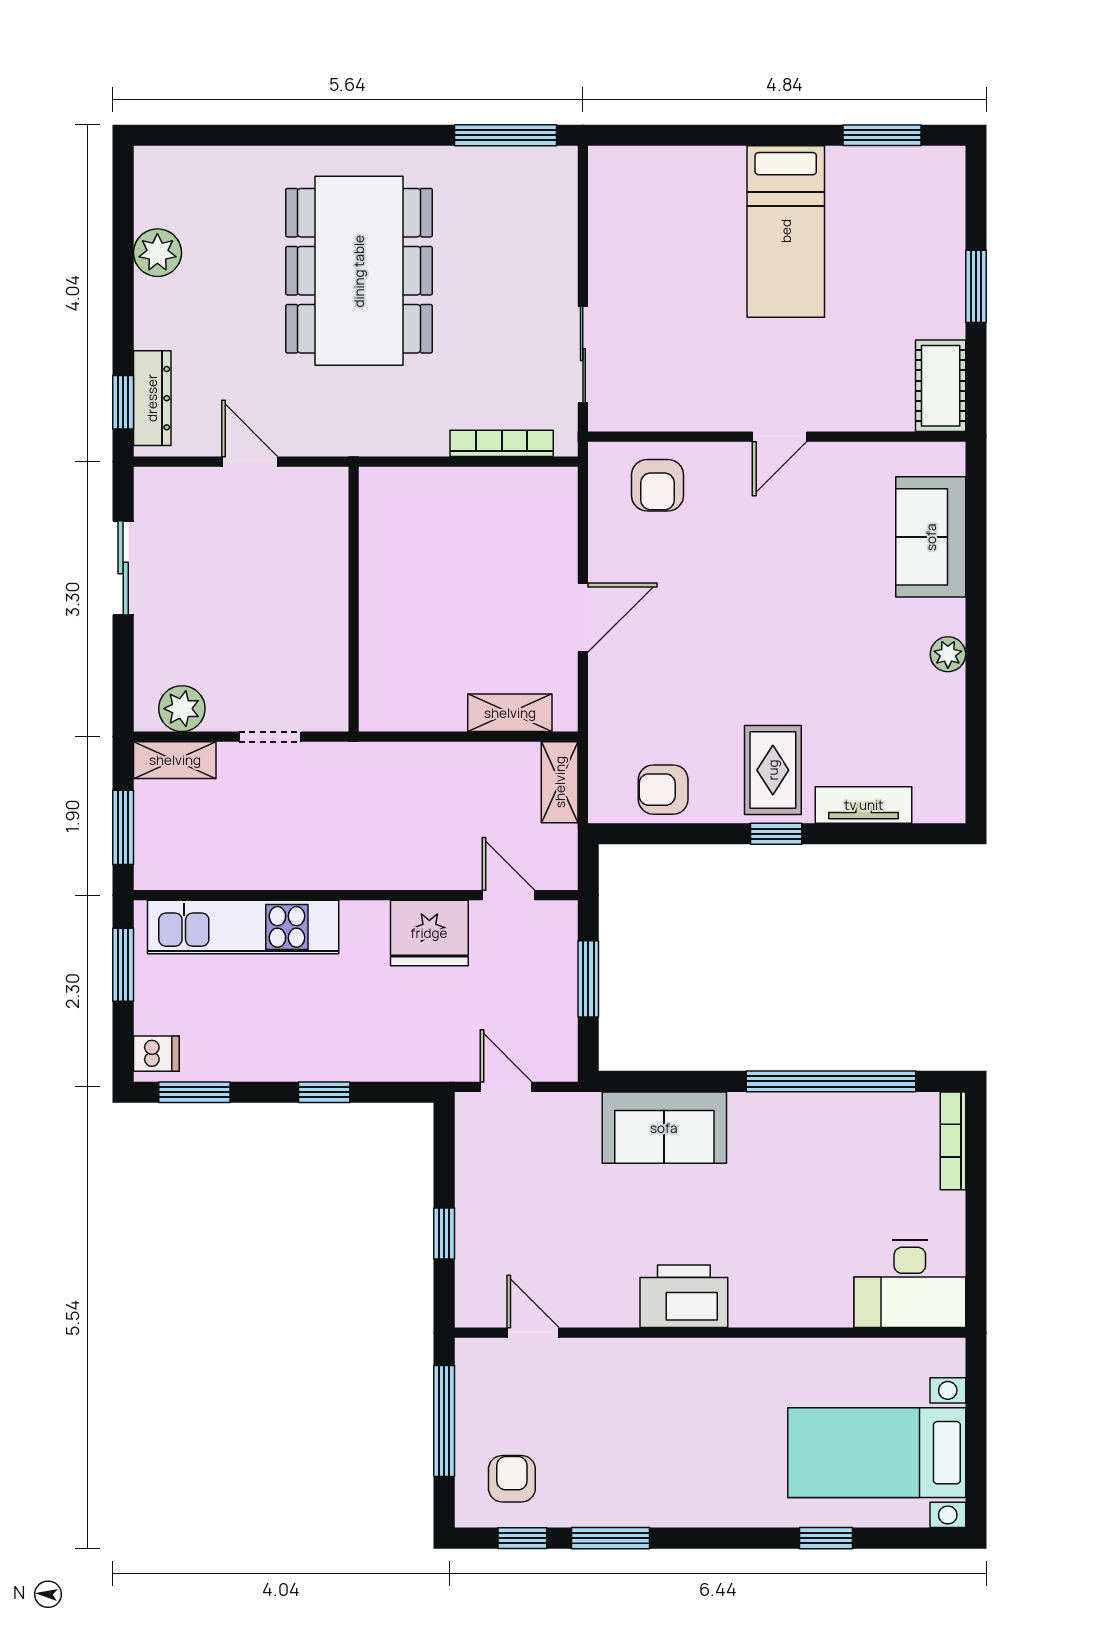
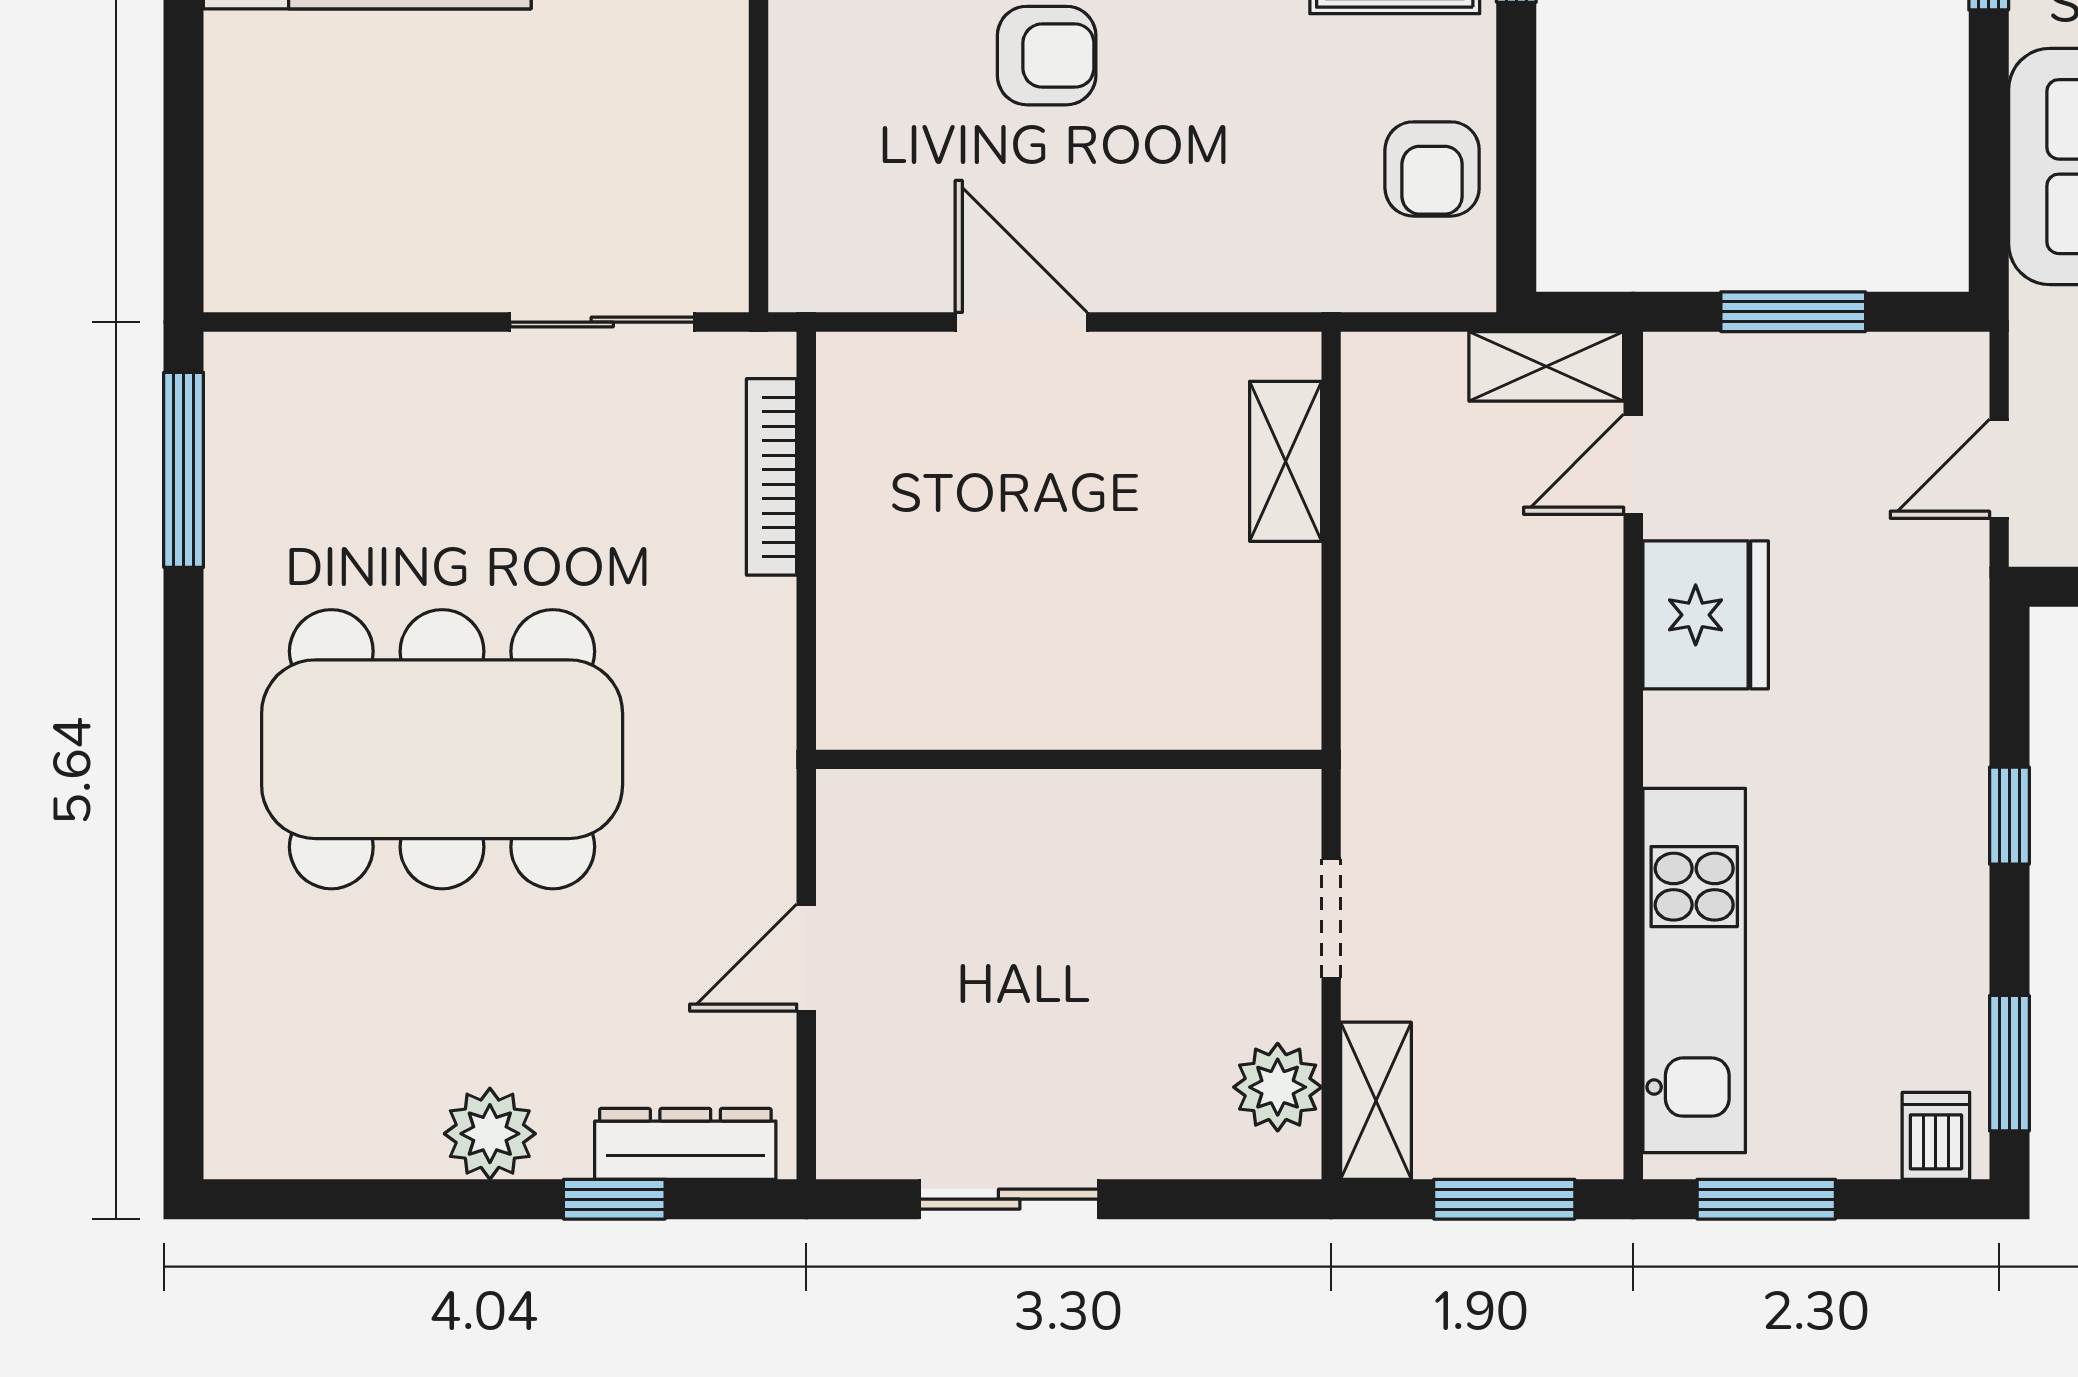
plant: (157, 253) -> (490, 1134), moved
window: (123, 402) -> (614, 1199), moved
armchair: (657, 485) -> (1047, 56), moved
door: (583, 618) -> (1021, 322), moved
shelving: (560, 782) -> (1546, 366), moved

